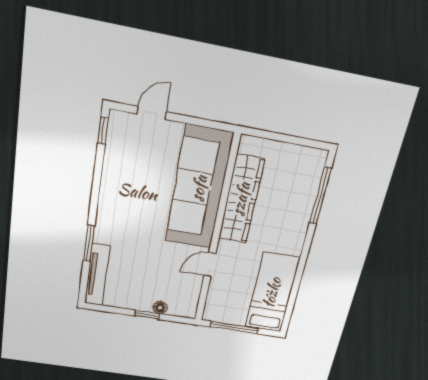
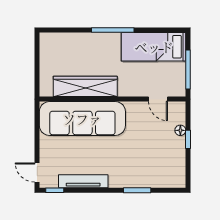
door: (152, 113) -> (37, 172), moved
window: (320, 196) -> (113, 30), moved
door: (210, 265) -> (158, 99), moved
tv unit: (97, 275) -> (83, 181), moved

